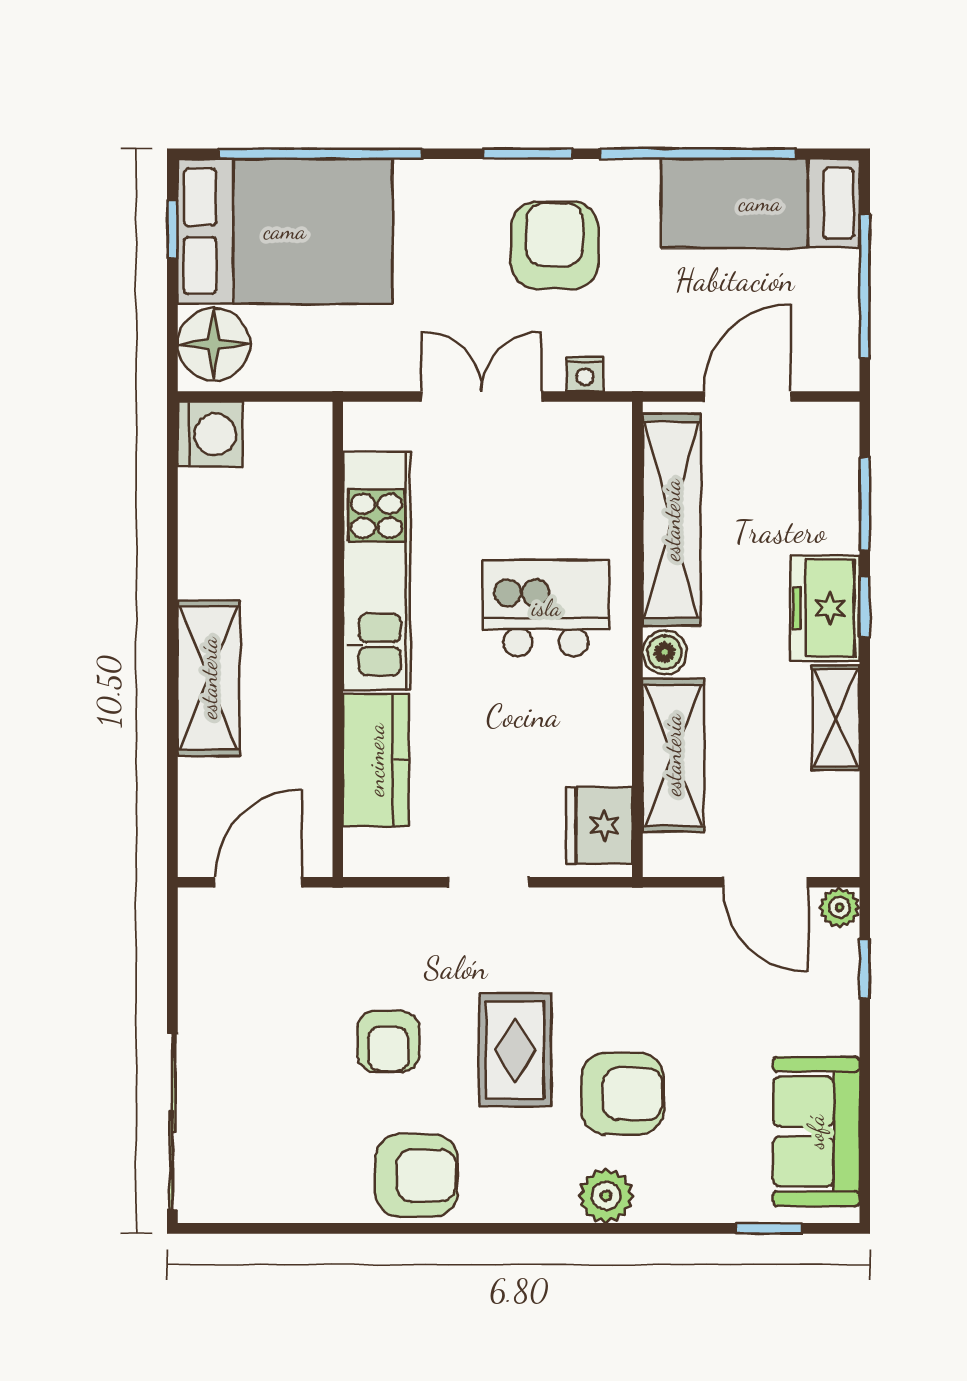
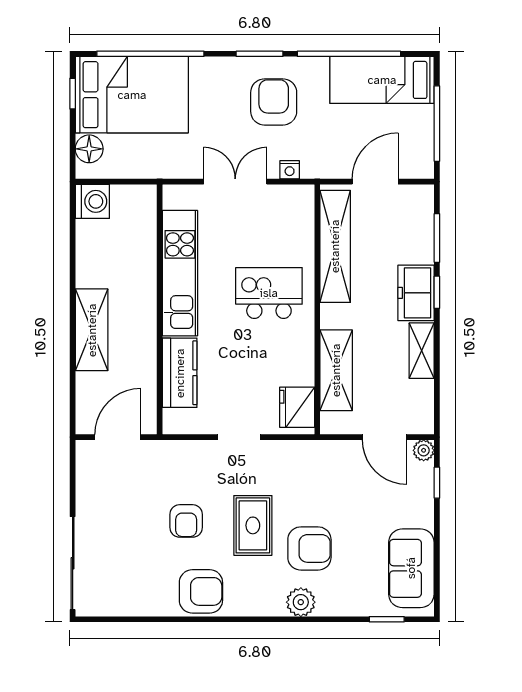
floor lamp: (214, 344) -> (89, 149), width x0.73, depth x0.73
boiler: (665, 652) -> (332, 316), removed

